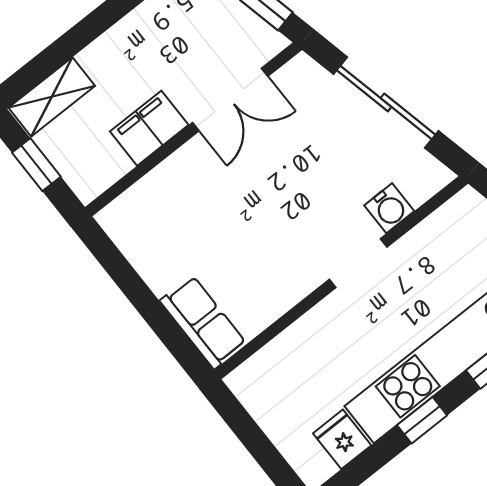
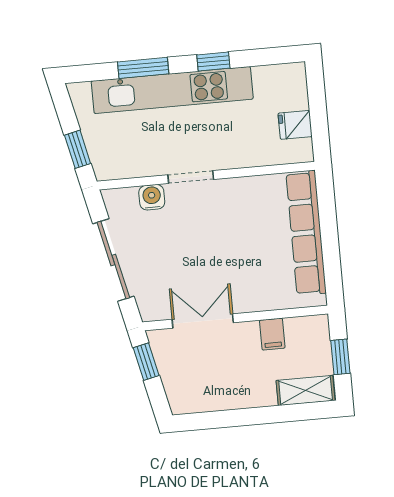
filing cabinet: (149, 128) -> (272, 334), width x0.50
row of seats: (203, 322) -> (306, 233), width x2.02
fridge: (342, 439) -> (295, 125), moved, turned 90

